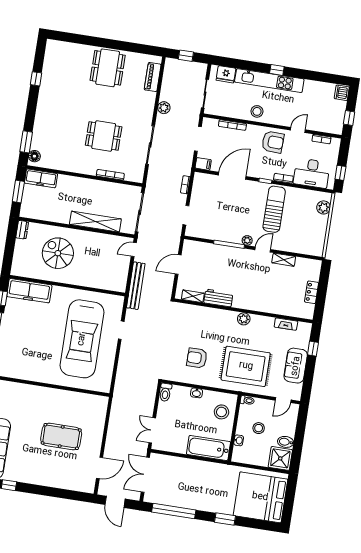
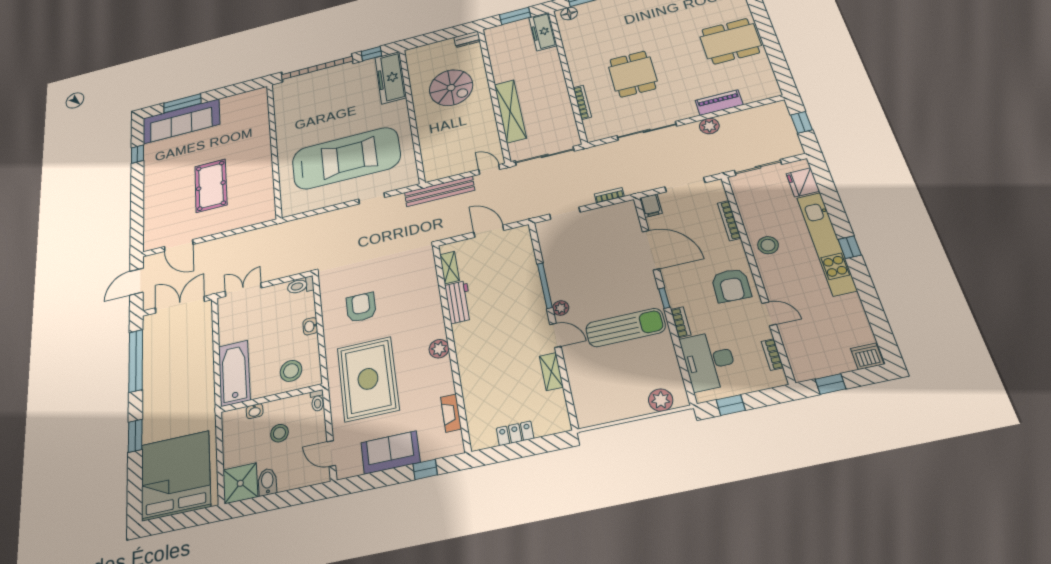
piano: (153, 77) -> (719, 103), moved
spiral stairs: (58, 253) -> (451, 88), turned 90
car: (82, 339) -> (346, 158), turned 180

